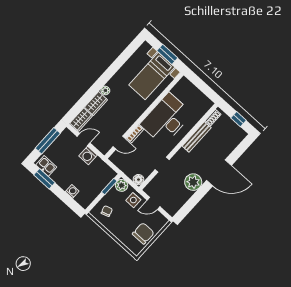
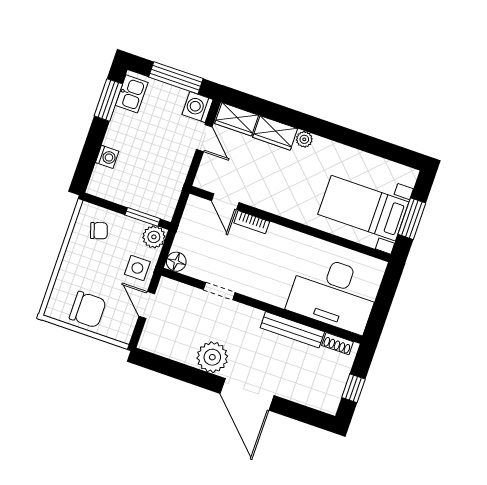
desk: (166, 119) -> (334, 293), moved, turned 180
washing machine: (88, 156) -> (198, 107), moved

